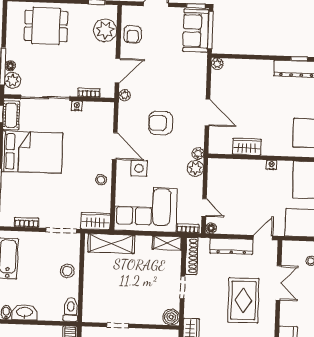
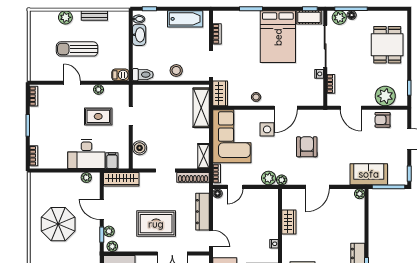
sofa: (196, 31) -> (369, 174), moved
plant: (124, 95) -> (330, 115), removed
boiler: (171, 317) -> (140, 148), moved

